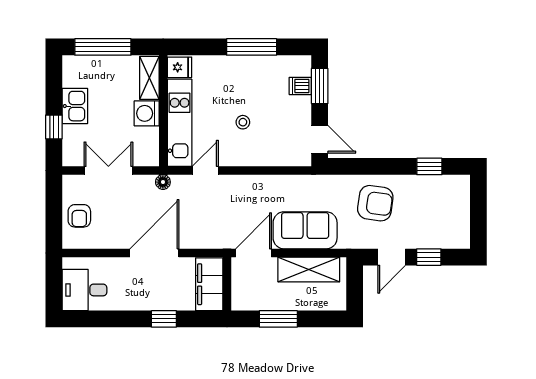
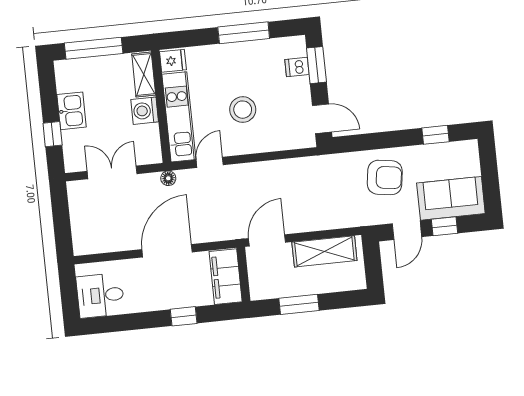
stool: (243, 122) -> (243, 110), width x1.89, depth x1.89
armchair: (79, 216) -> (87, 221), removed
sofa: (305, 230) -> (451, 198), moved

